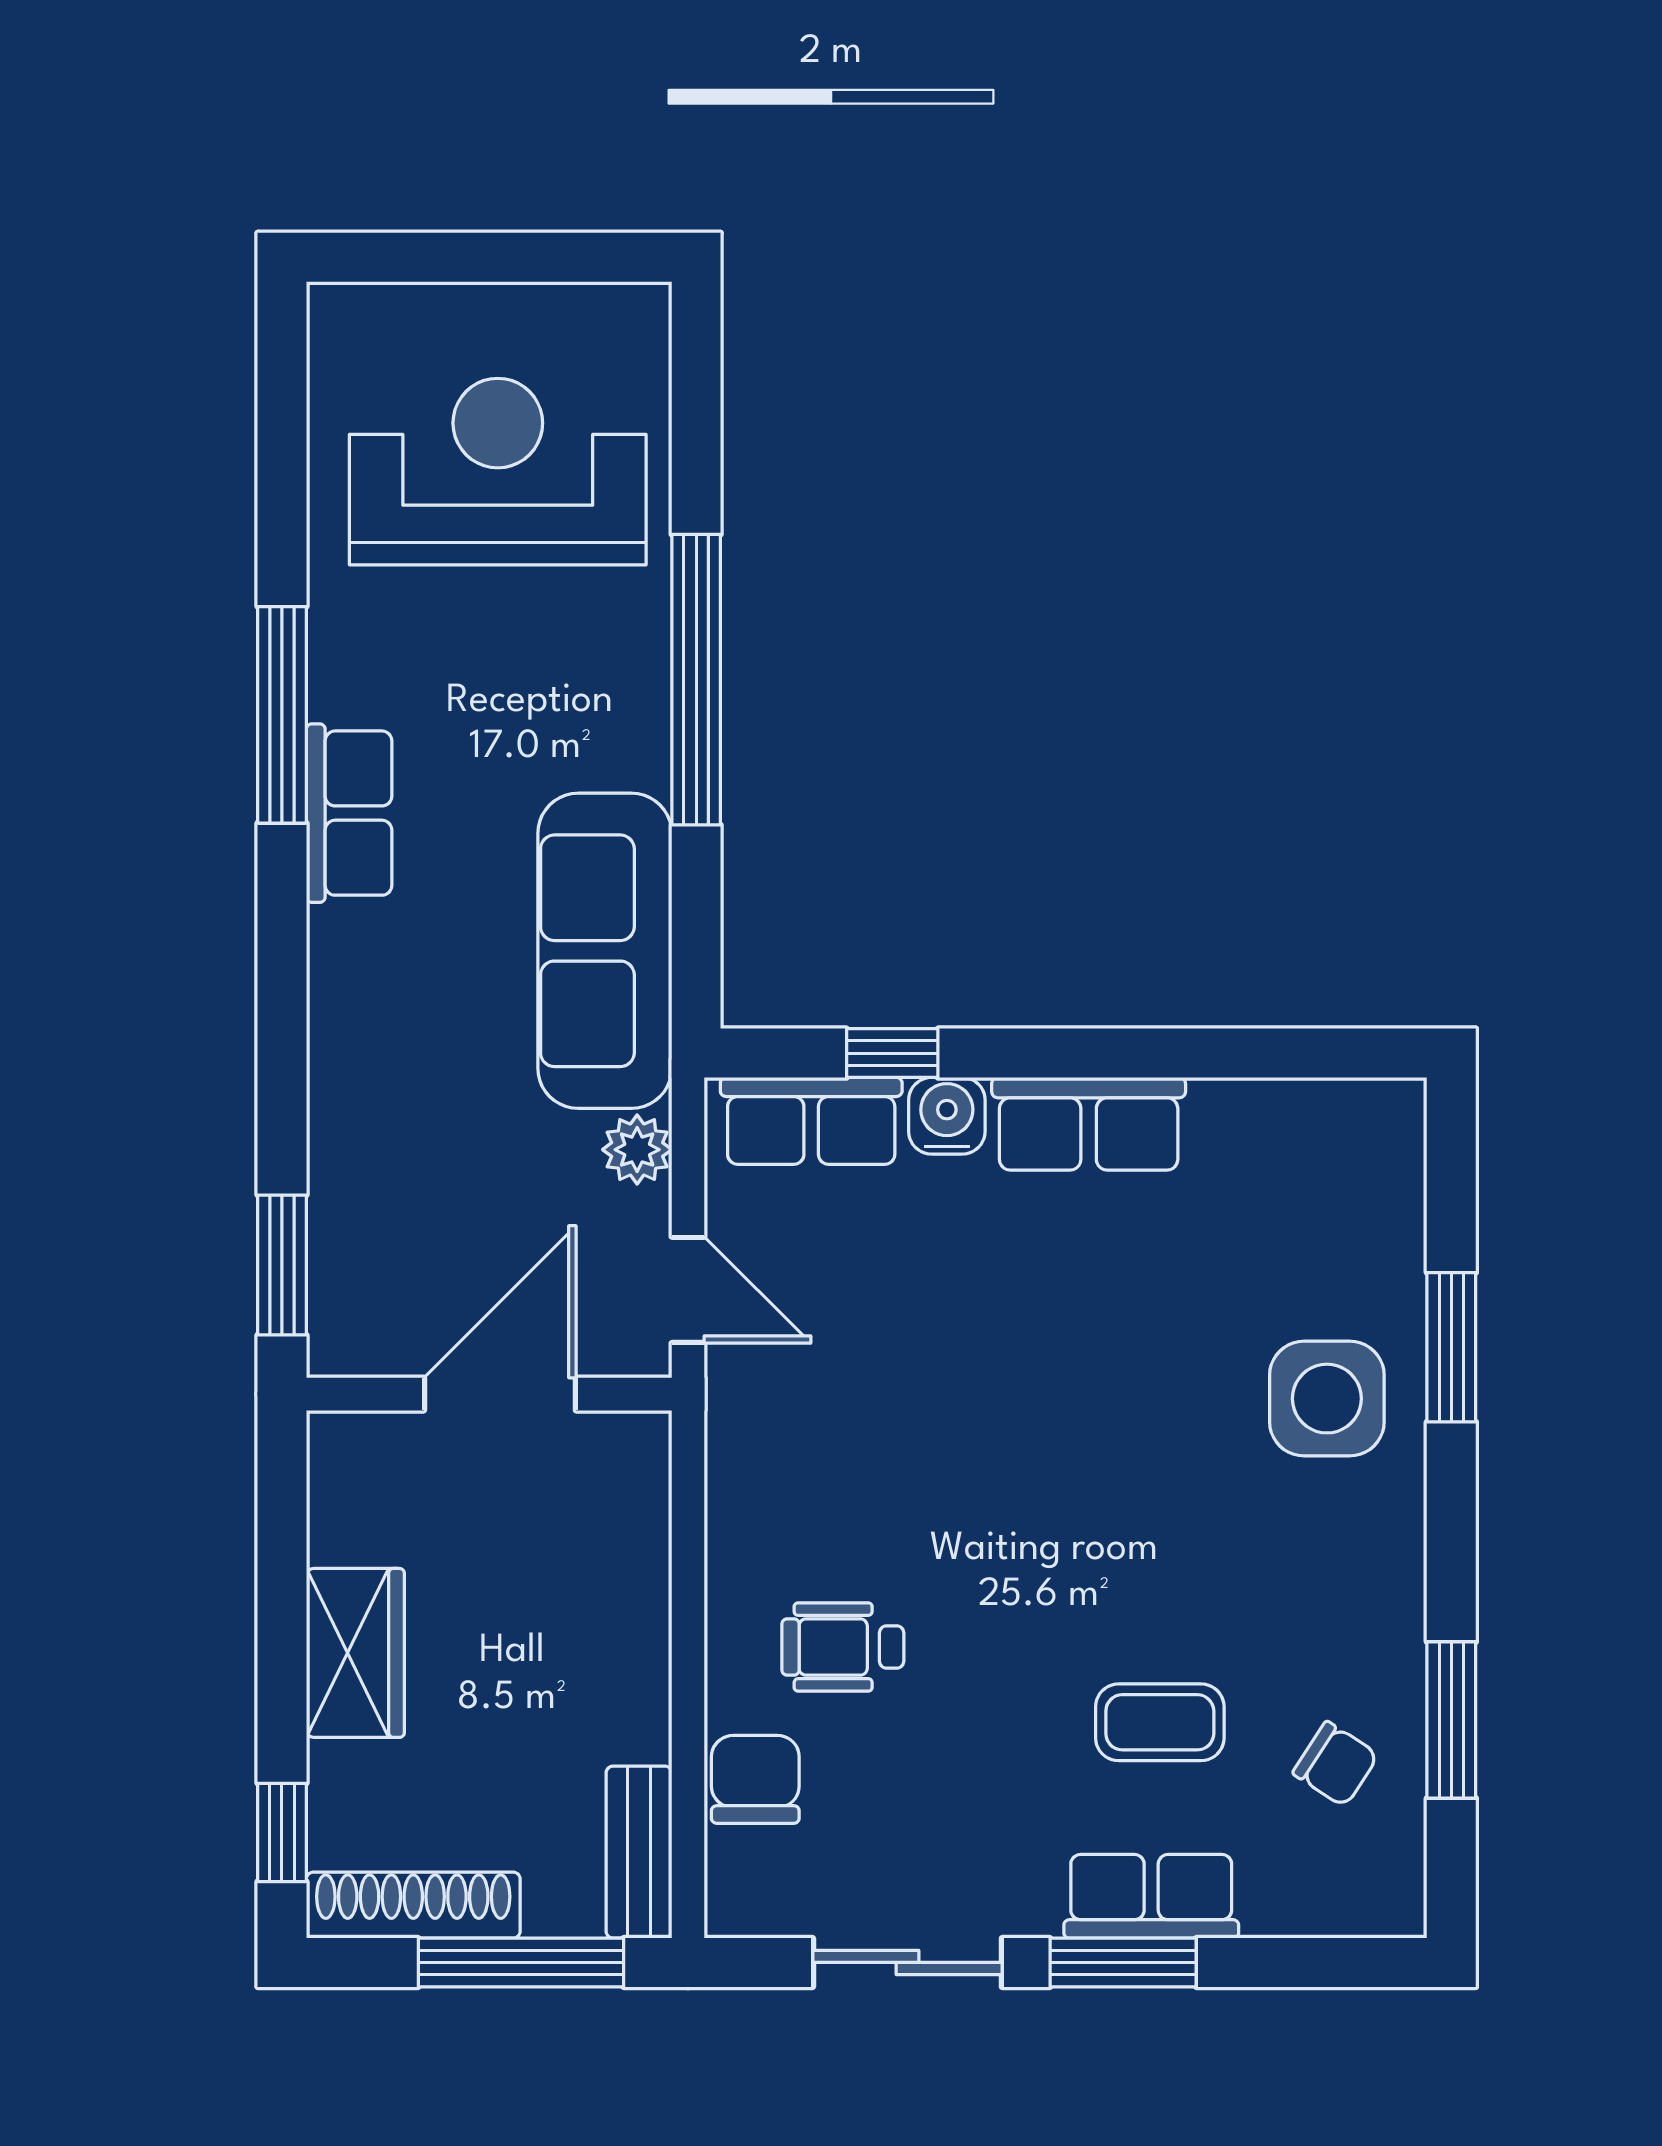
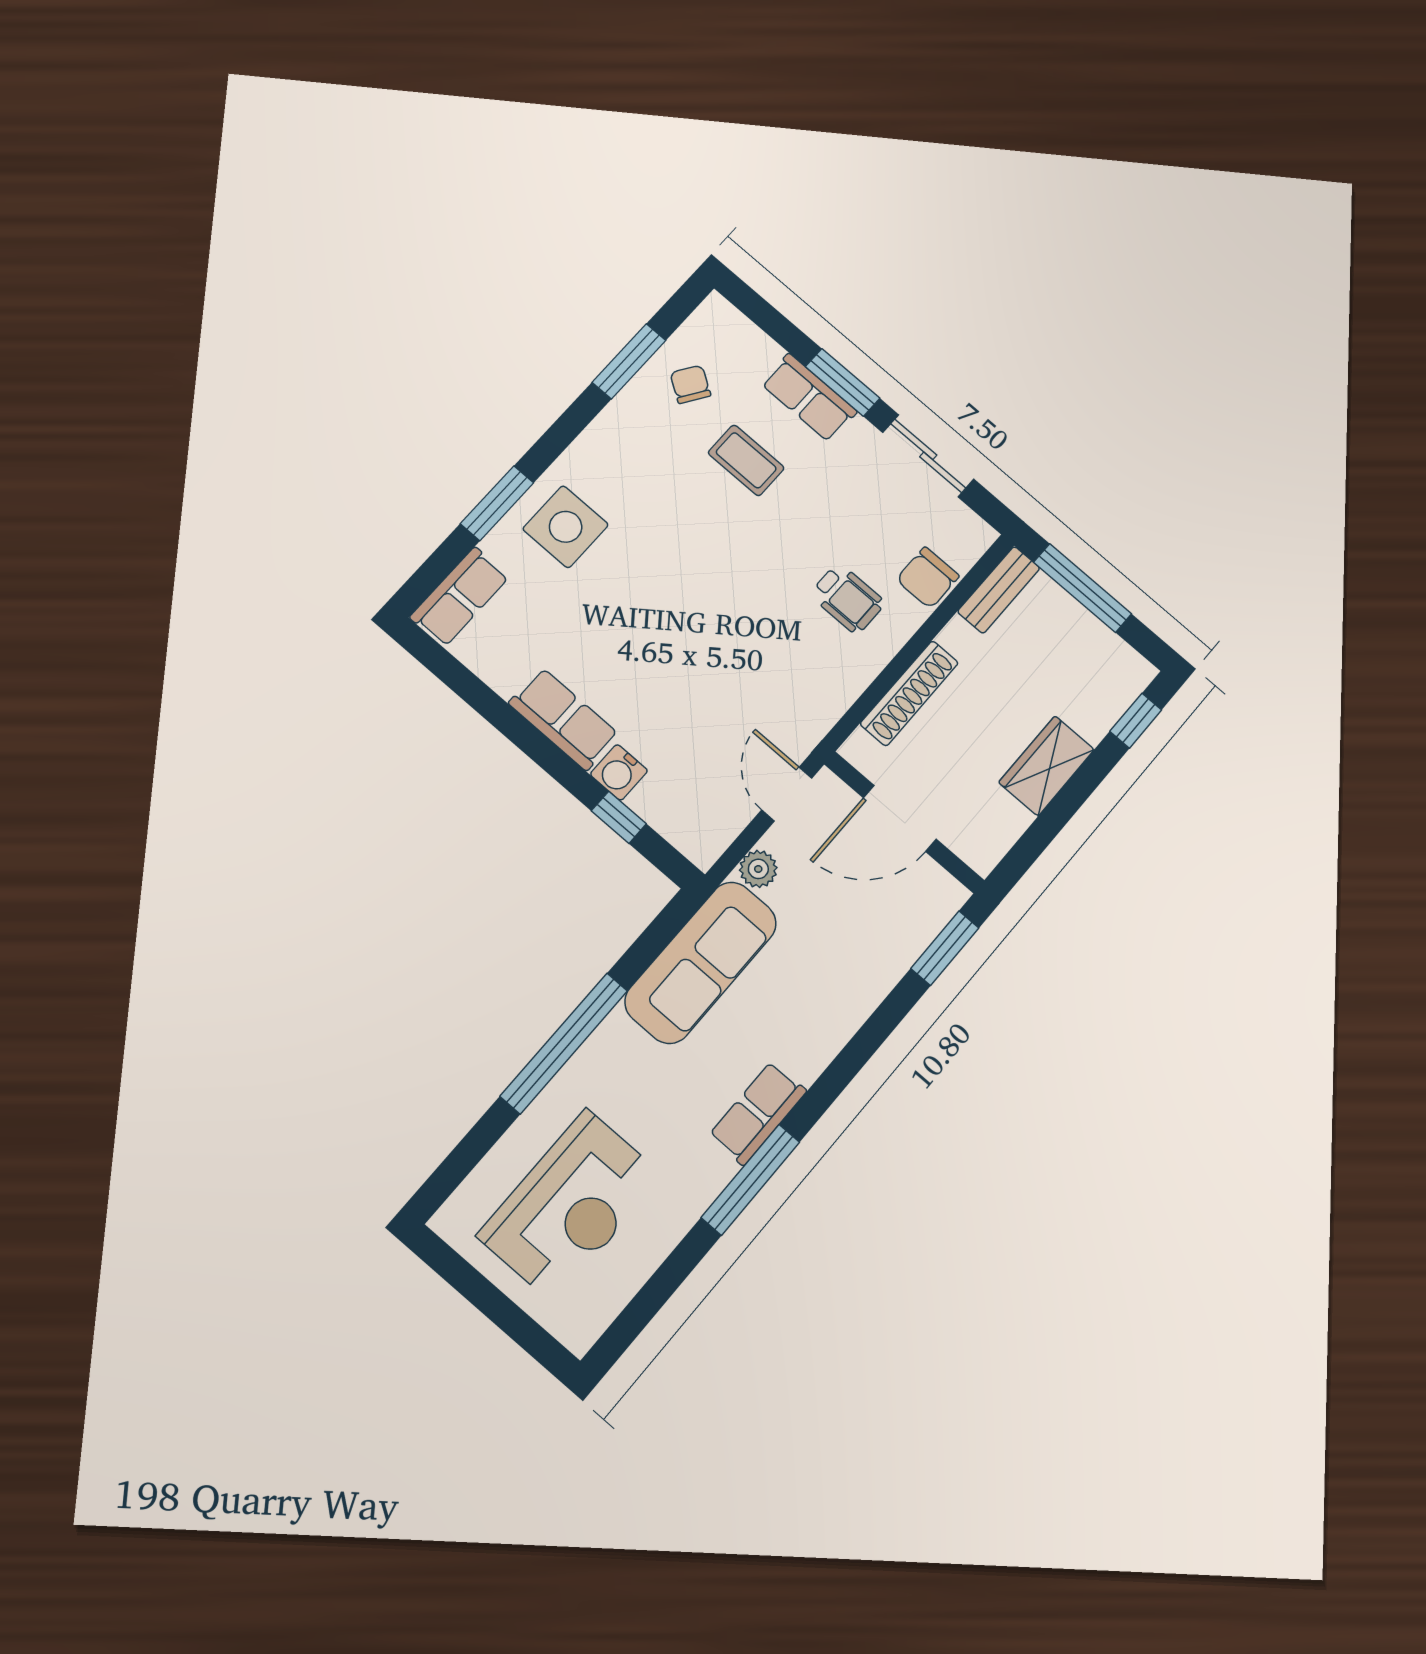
reception desk: (498, 472) -> (570, 1206), turned -90
row of seats: (811, 1121) -> (460, 597), moved, turned 90
shoe rack: (413, 1905) -> (909, 693), moved, turned -90

